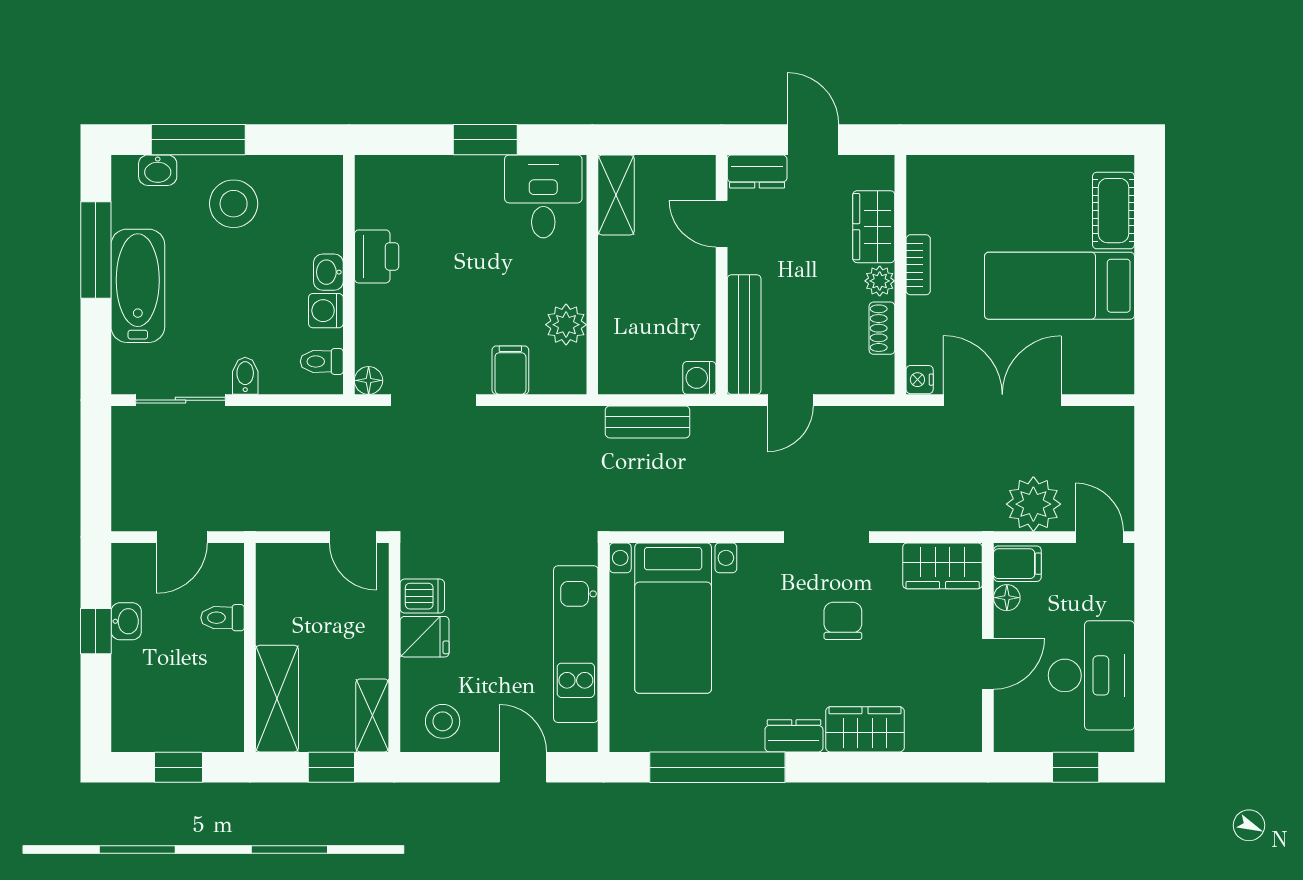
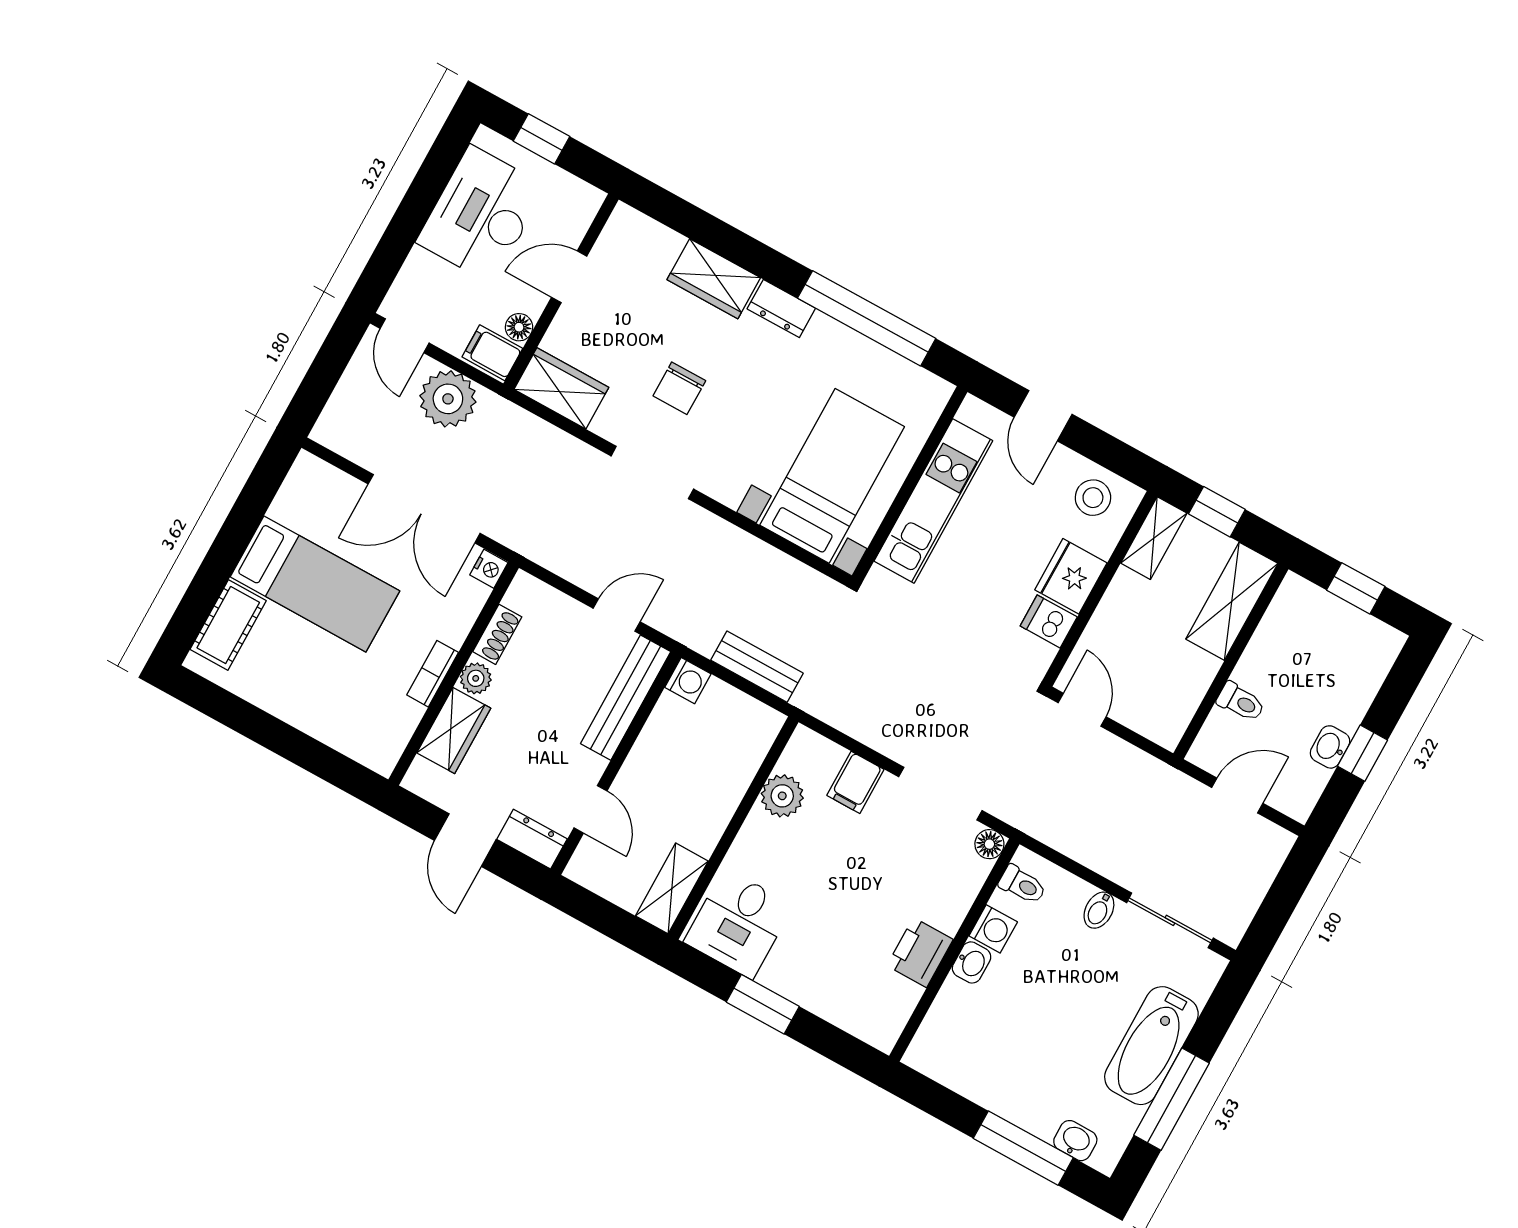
stool: (234, 204) -> (1023, 1072), removed
fridge: (425, 637) -> (1071, 576), width x1.38

